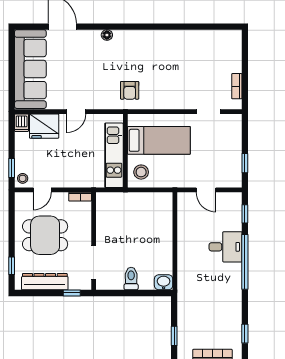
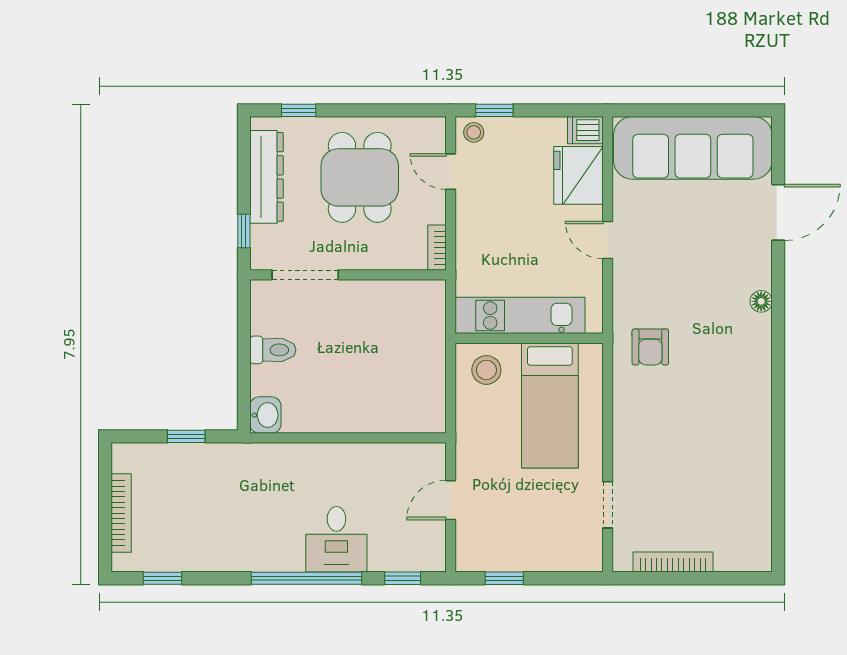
bookcase: (237, 86) -> (673, 562), width x1.56
armchair: (130, 90) -> (650, 347), turned -90
window: (174, 336) -> (186, 436), moved

